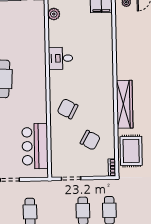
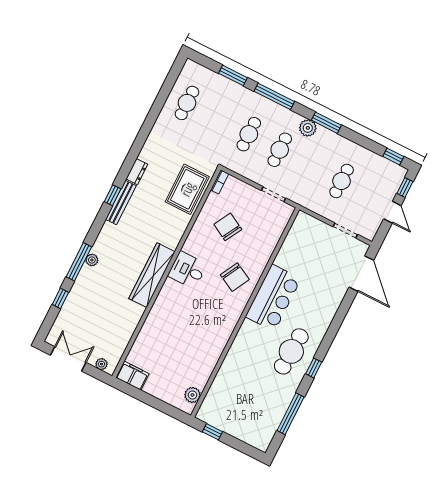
desk: (61, 58) -> (187, 270), moved, turned 180
wardrobe: (125, 104) -> (152, 275), moved
bar counter: (35, 146) -> (273, 298), moved

